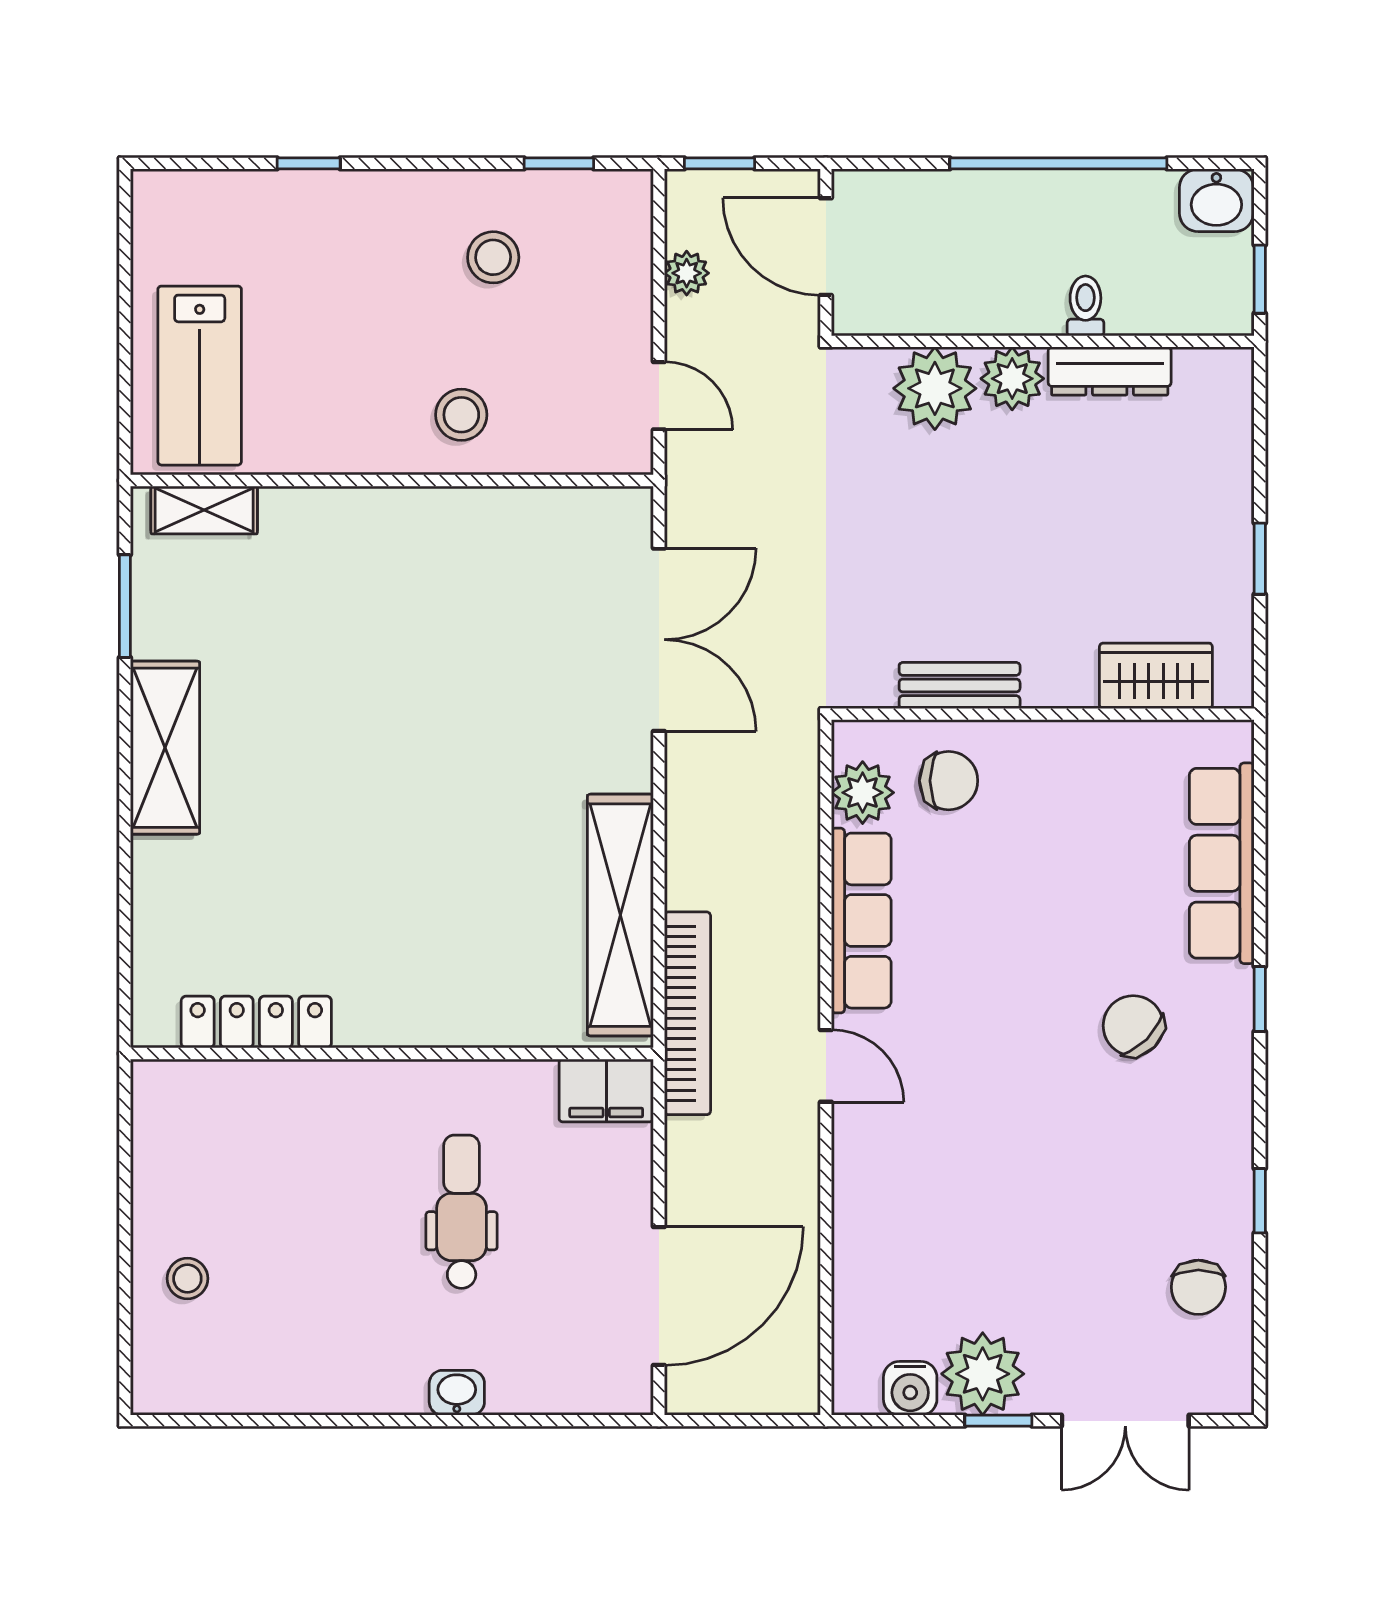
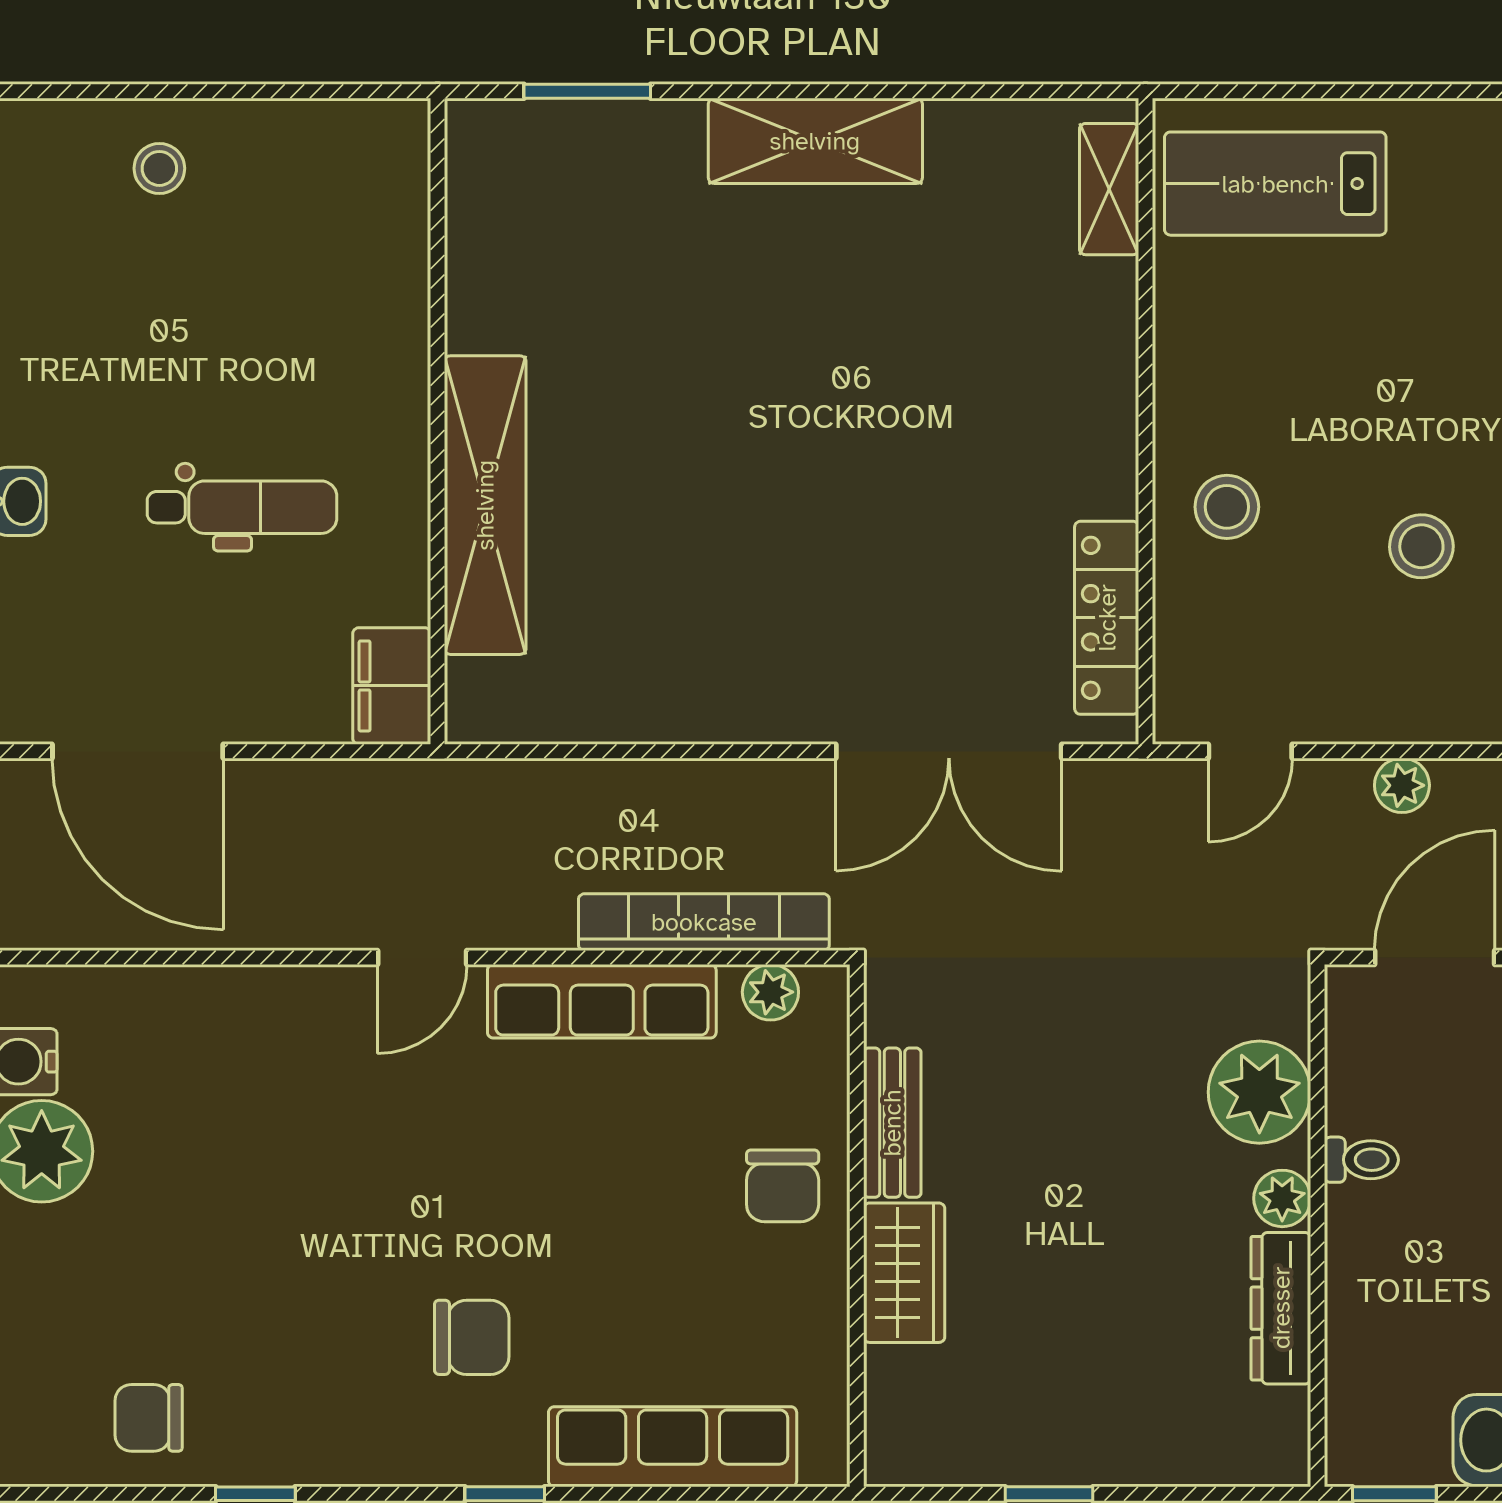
toilet: (1085, 306) -> (1361, 1160), moved
plant: (1012, 379) -> (1282, 1198), width x0.73, depth x0.73
window: (125, 606) -> (587, 91), moved
wardrobe: (1156, 676) -> (904, 1273), moved
chair: (949, 781) -> (783, 1186), moved
plant: (863, 793) -> (770, 992), width x0.73, depth x0.73
shelving: (620, 915) -> (485, 505), moved, turned 90
bookcase: (688, 1013) -> (704, 922), moved, turned 180
locker: (256, 1022) -> (1107, 618), moved, turned 180
chair: (1133, 1026) -> (472, 1337), turned 45

